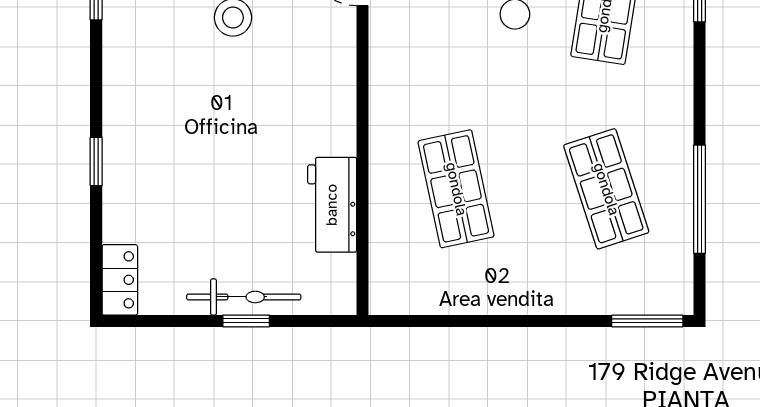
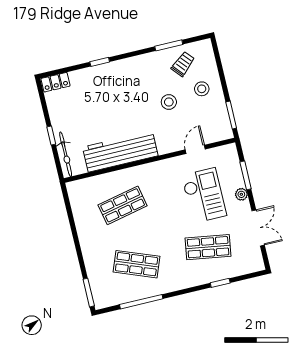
shop shelf: (606, 189) -> (137, 264), turned 39
workbench: (332, 205) -> (120, 151), width x1.88, depth x1.32
bicycle: (244, 297) -> (66, 154), moved

